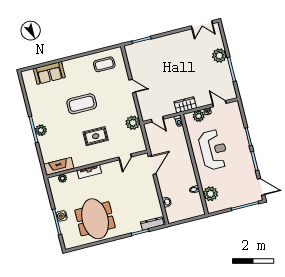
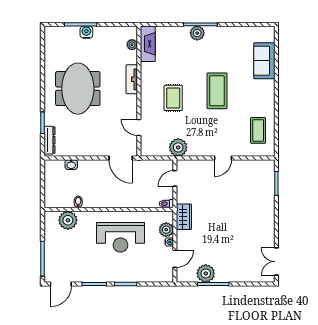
plant: (219, 56) -> (206, 273), moved
meeting table: (95, 219) -> (78, 89), moved, turned 90

